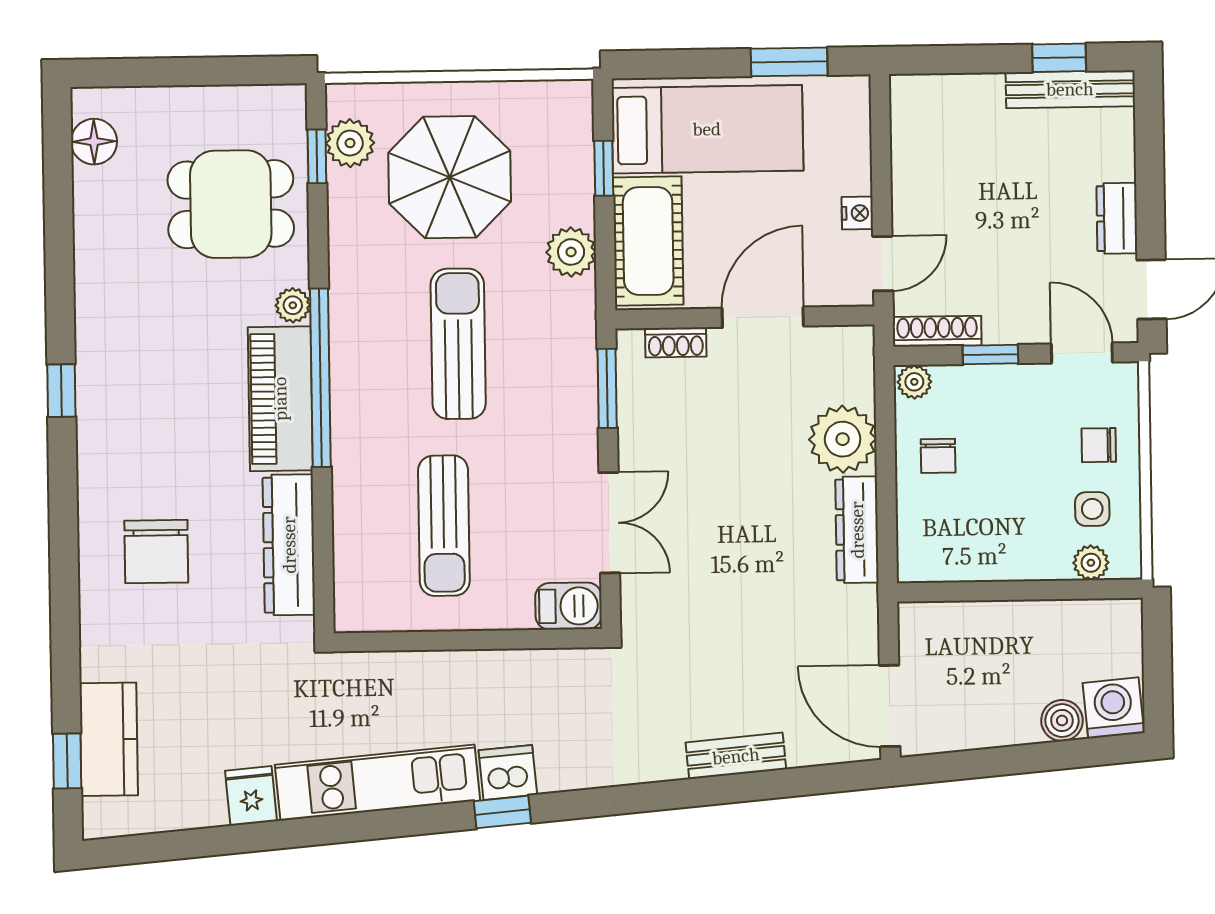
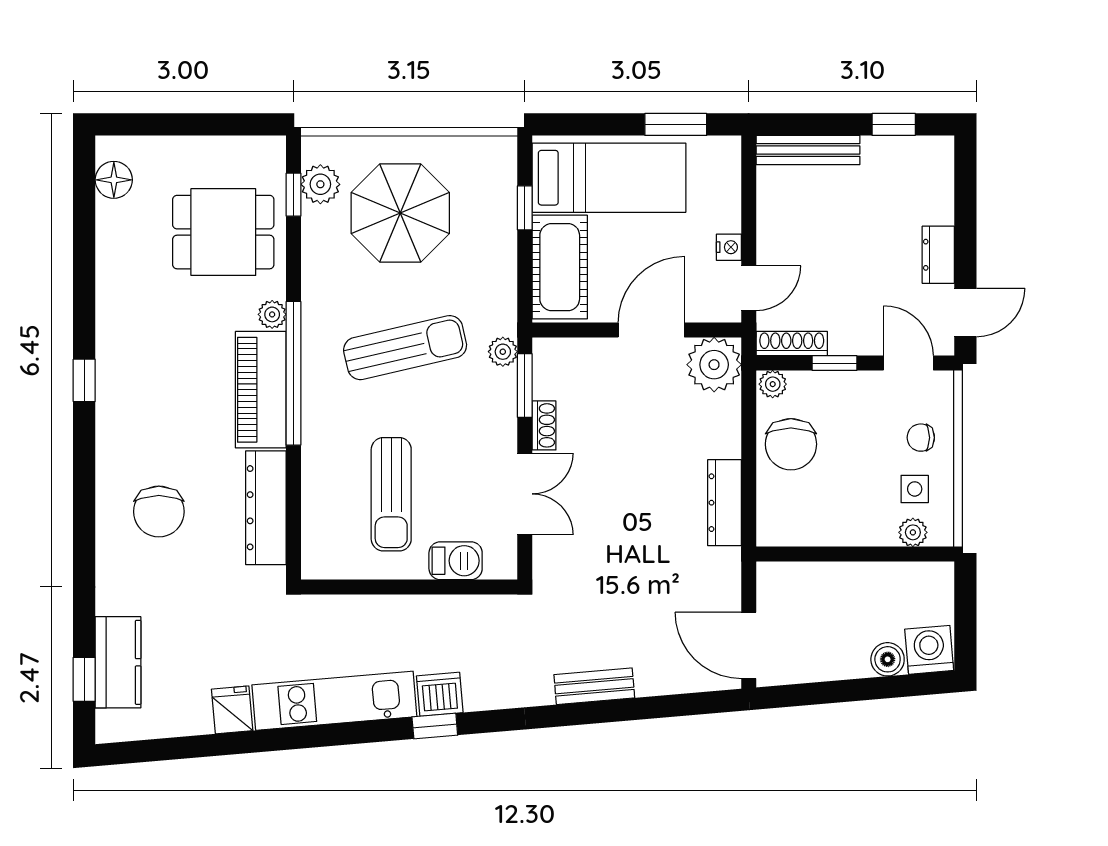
bench: (1070, 89) -> (808, 150), moved
plant: (571, 252) -> (503, 352), moved, width x0.73, depth x0.73
shoe rack: (676, 342) -> (544, 425), moved, turned -90
sun lounger: (458, 344) -> (405, 348), turned 77
plant: (843, 439) -> (714, 365), moved
chair: (938, 456) -> (791, 444), width x1.87, depth x1.87
barbecue: (568, 606) -> (456, 561), moved
bench: (736, 756) -> (594, 686), moved

